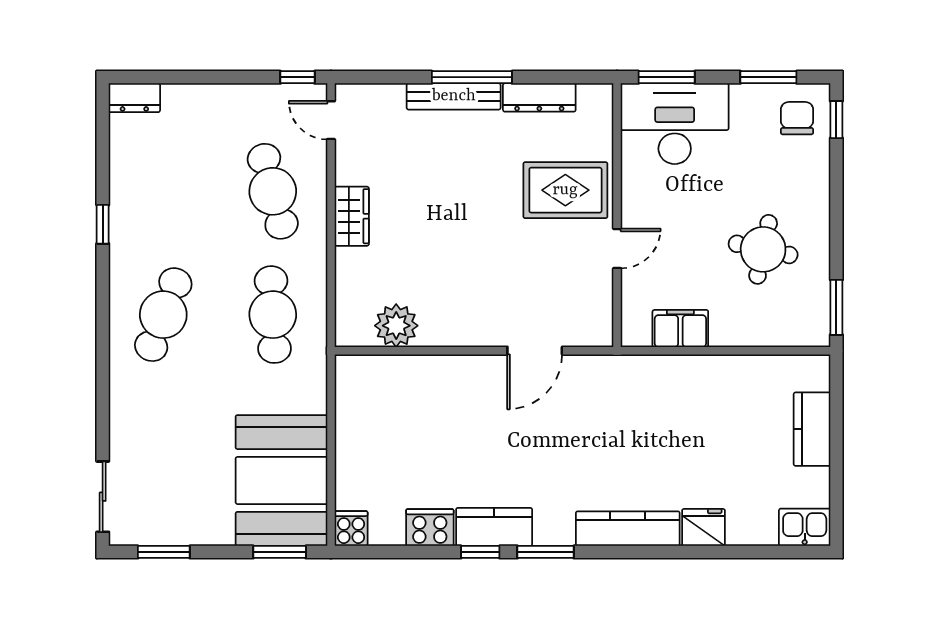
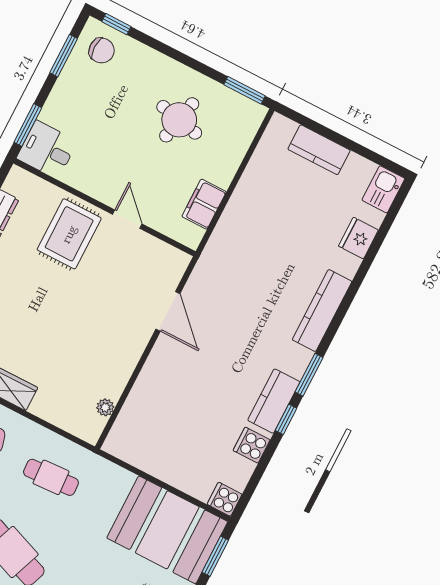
chair: (797, 118) -> (102, 50), turned 180
desk: (675, 124) -> (47, 150), width x0.53, depth x0.77
cafe table: (273, 315) -> (51, 477), width x0.73, depth x0.74
plant: (396, 326) -> (105, 407), width x0.53, depth x0.53
fridge: (703, 527) -> (358, 238), moved
cooker: (430, 528) -> (252, 445), width x0.73

